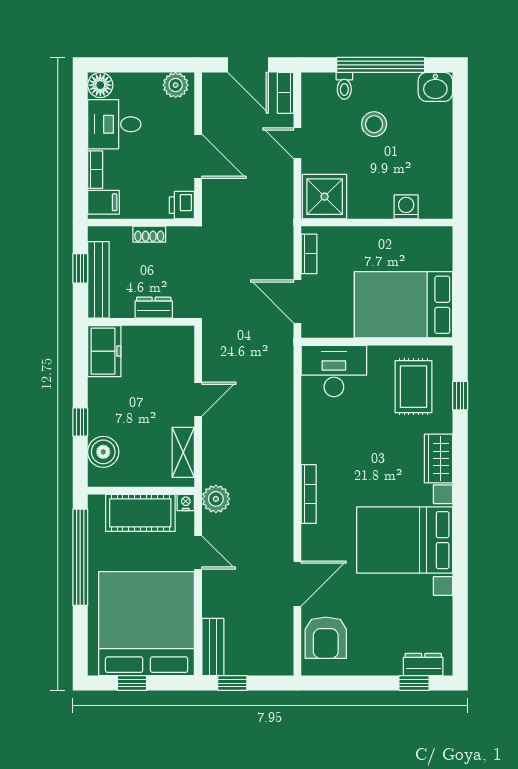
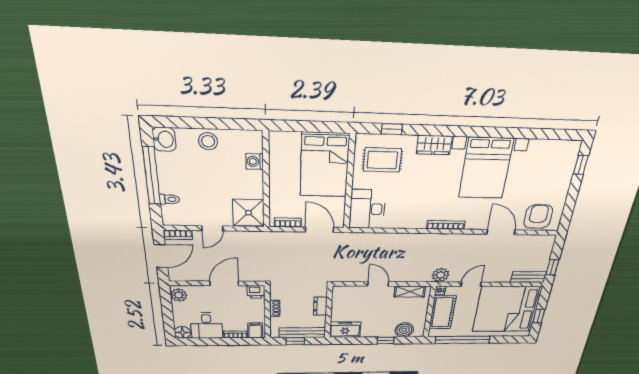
stool: (374, 124) -> (208, 141), moved
door: (297, 301) -> (320, 230), swing flipped
armchair: (326, 638) -> (538, 217), turned -90
dresser: (423, 664) -> (570, 159), removed

